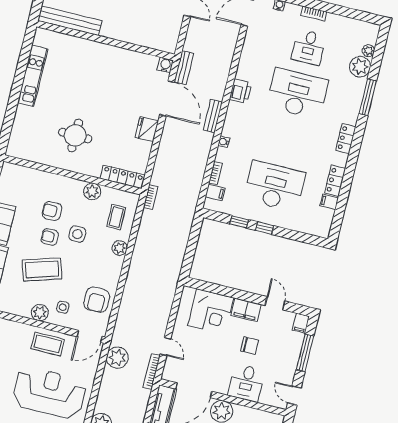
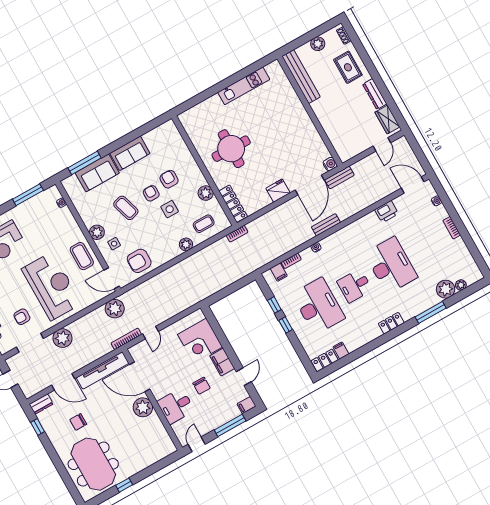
desk: (309, 47) -> (355, 286), moved
printer: (240, 91) -> (387, 212), moved
round table: (75, 135) -> (231, 149), width x1.36, depth x1.36
locker: (335, 181) -> (325, 360), moved
coffee table: (42, 269) -> (126, 208), width x0.73, depth x0.76

